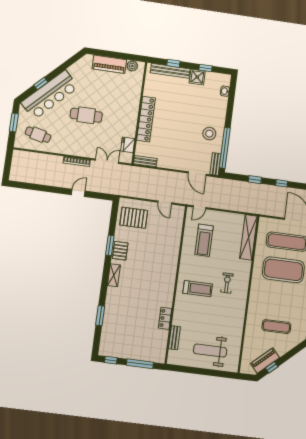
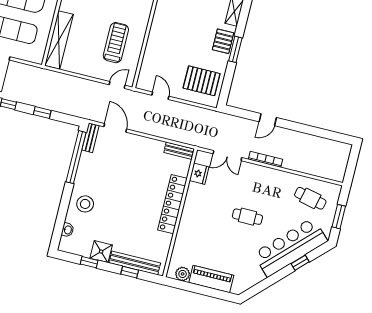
cafe table: (86, 115) -> (247, 217), width x0.73, depth x0.74
stool: (209, 134) -> (85, 204), moved

